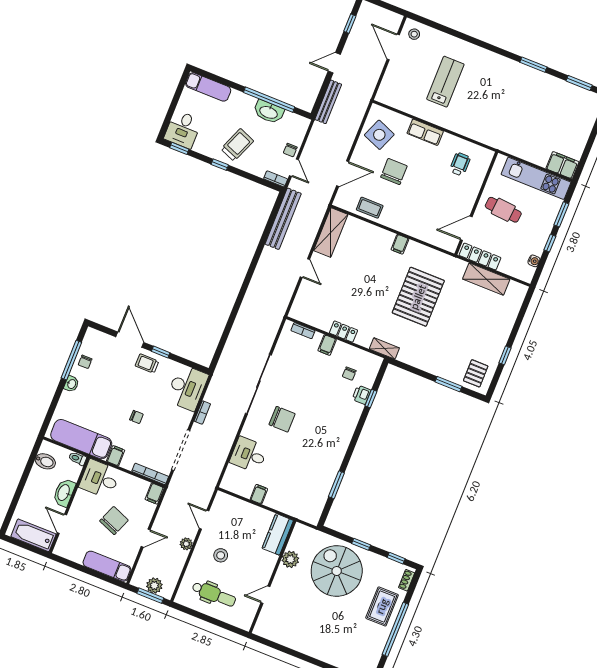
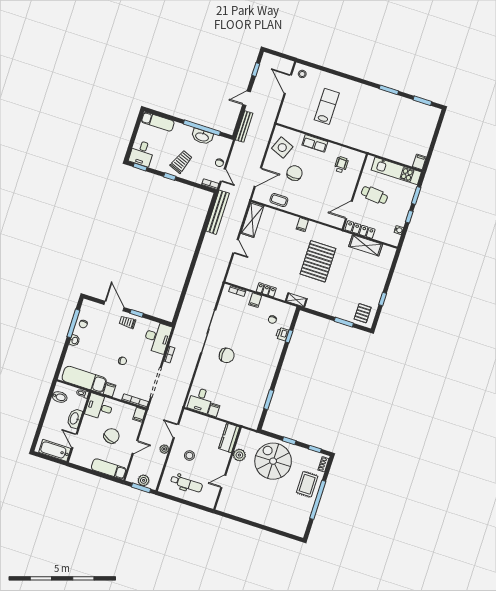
filing cabinet: (562, 165) -> (419, 162), width x0.50
desk: (249, 455) -> (200, 400), moved, turned -90

